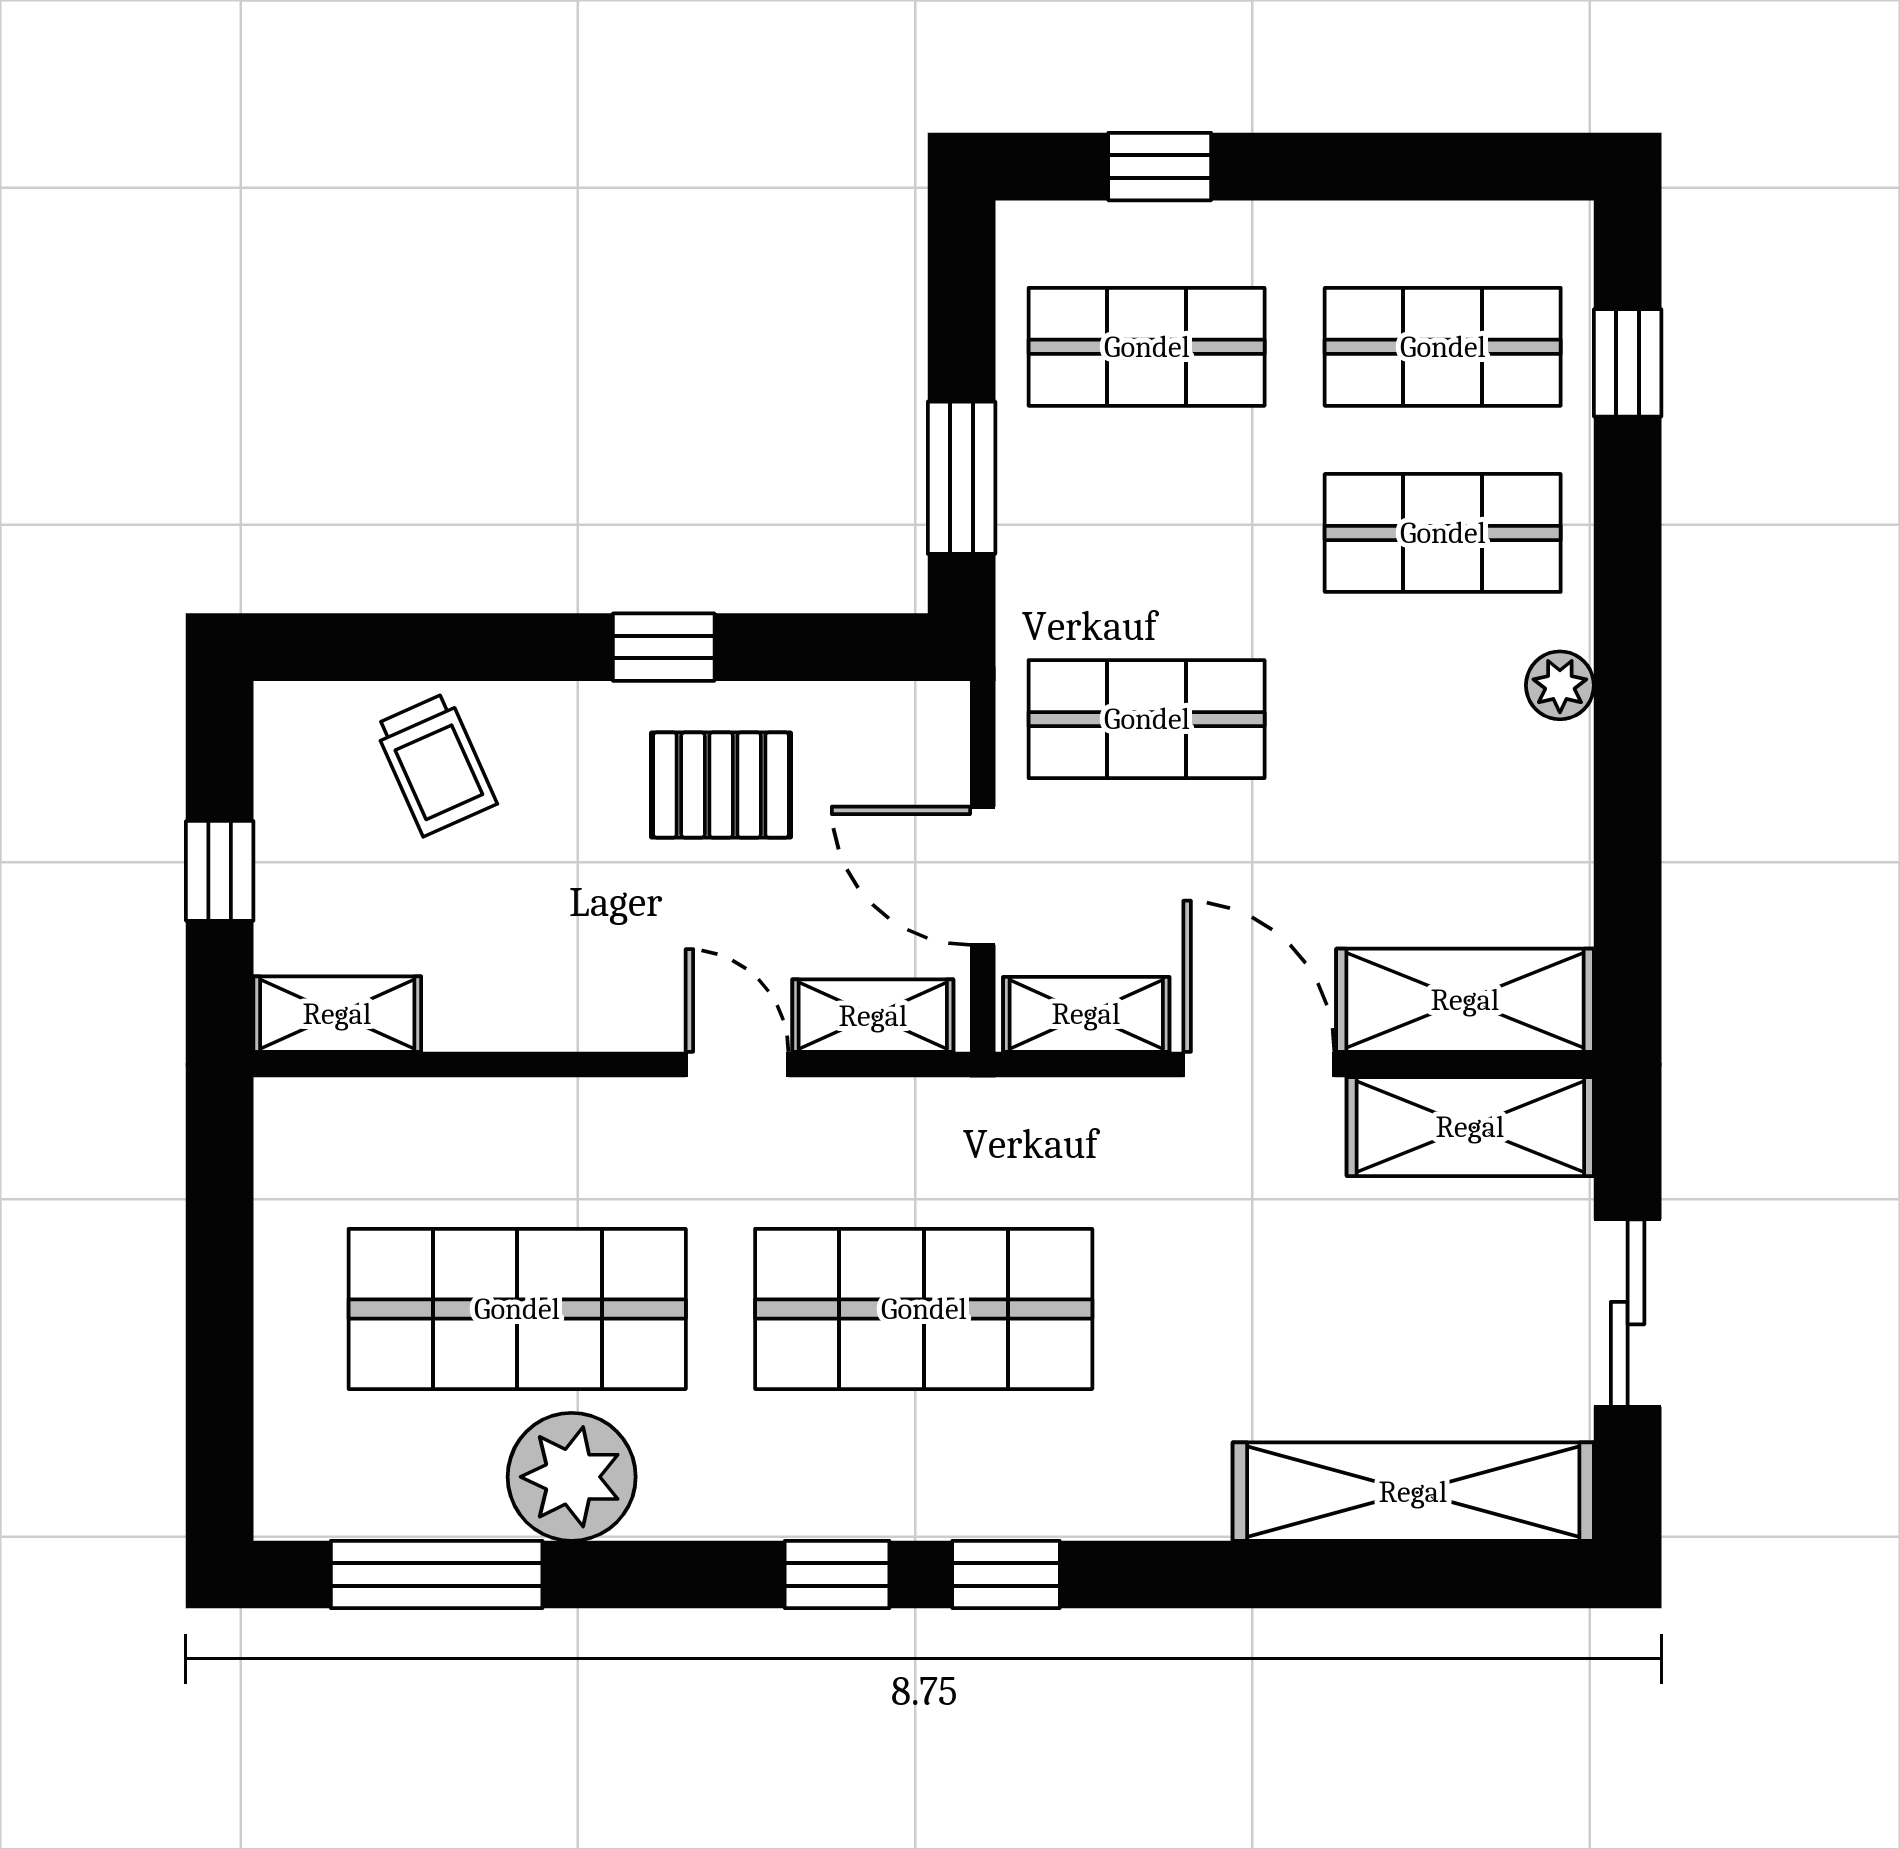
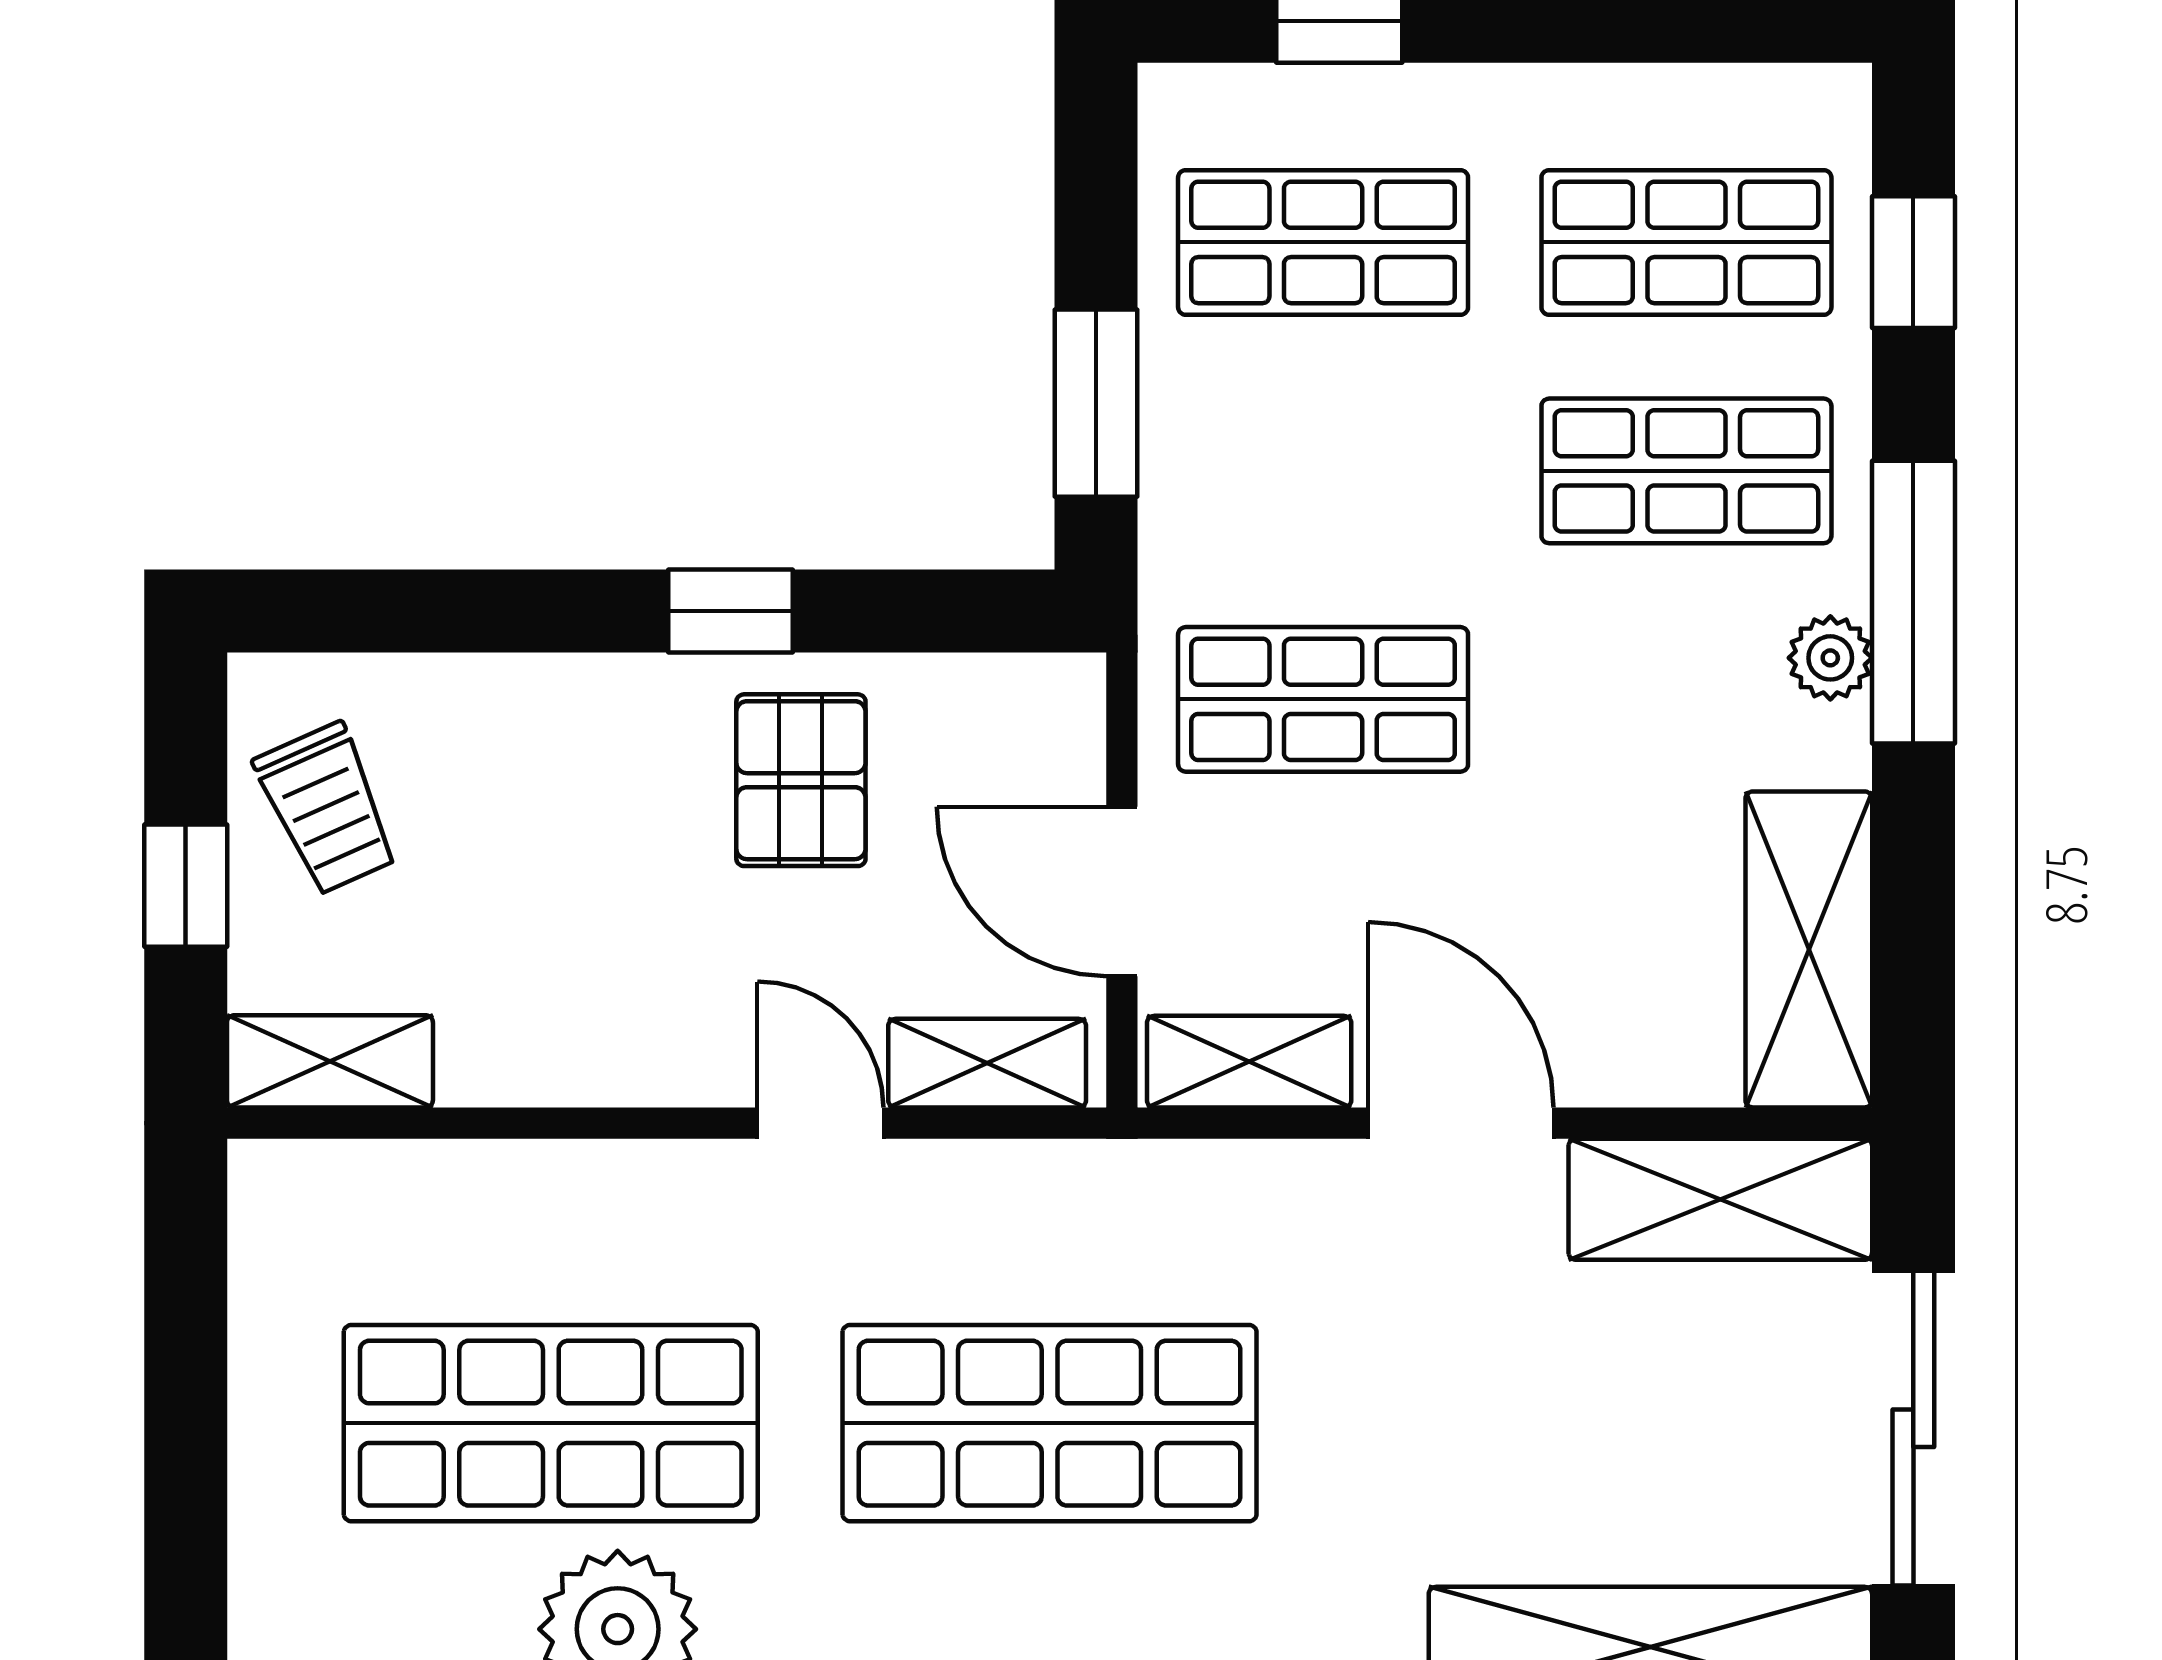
window: (1628, 640) -> (1913, 602), added
trolley: (435, 764) -> (327, 809), moved
pallet: (721, 785) -> (801, 780), turned 90
shelving: (1465, 1000) -> (1809, 949), moved, turned 90
sliding door: (1628, 1313) -> (1913, 1428), width x1.37

